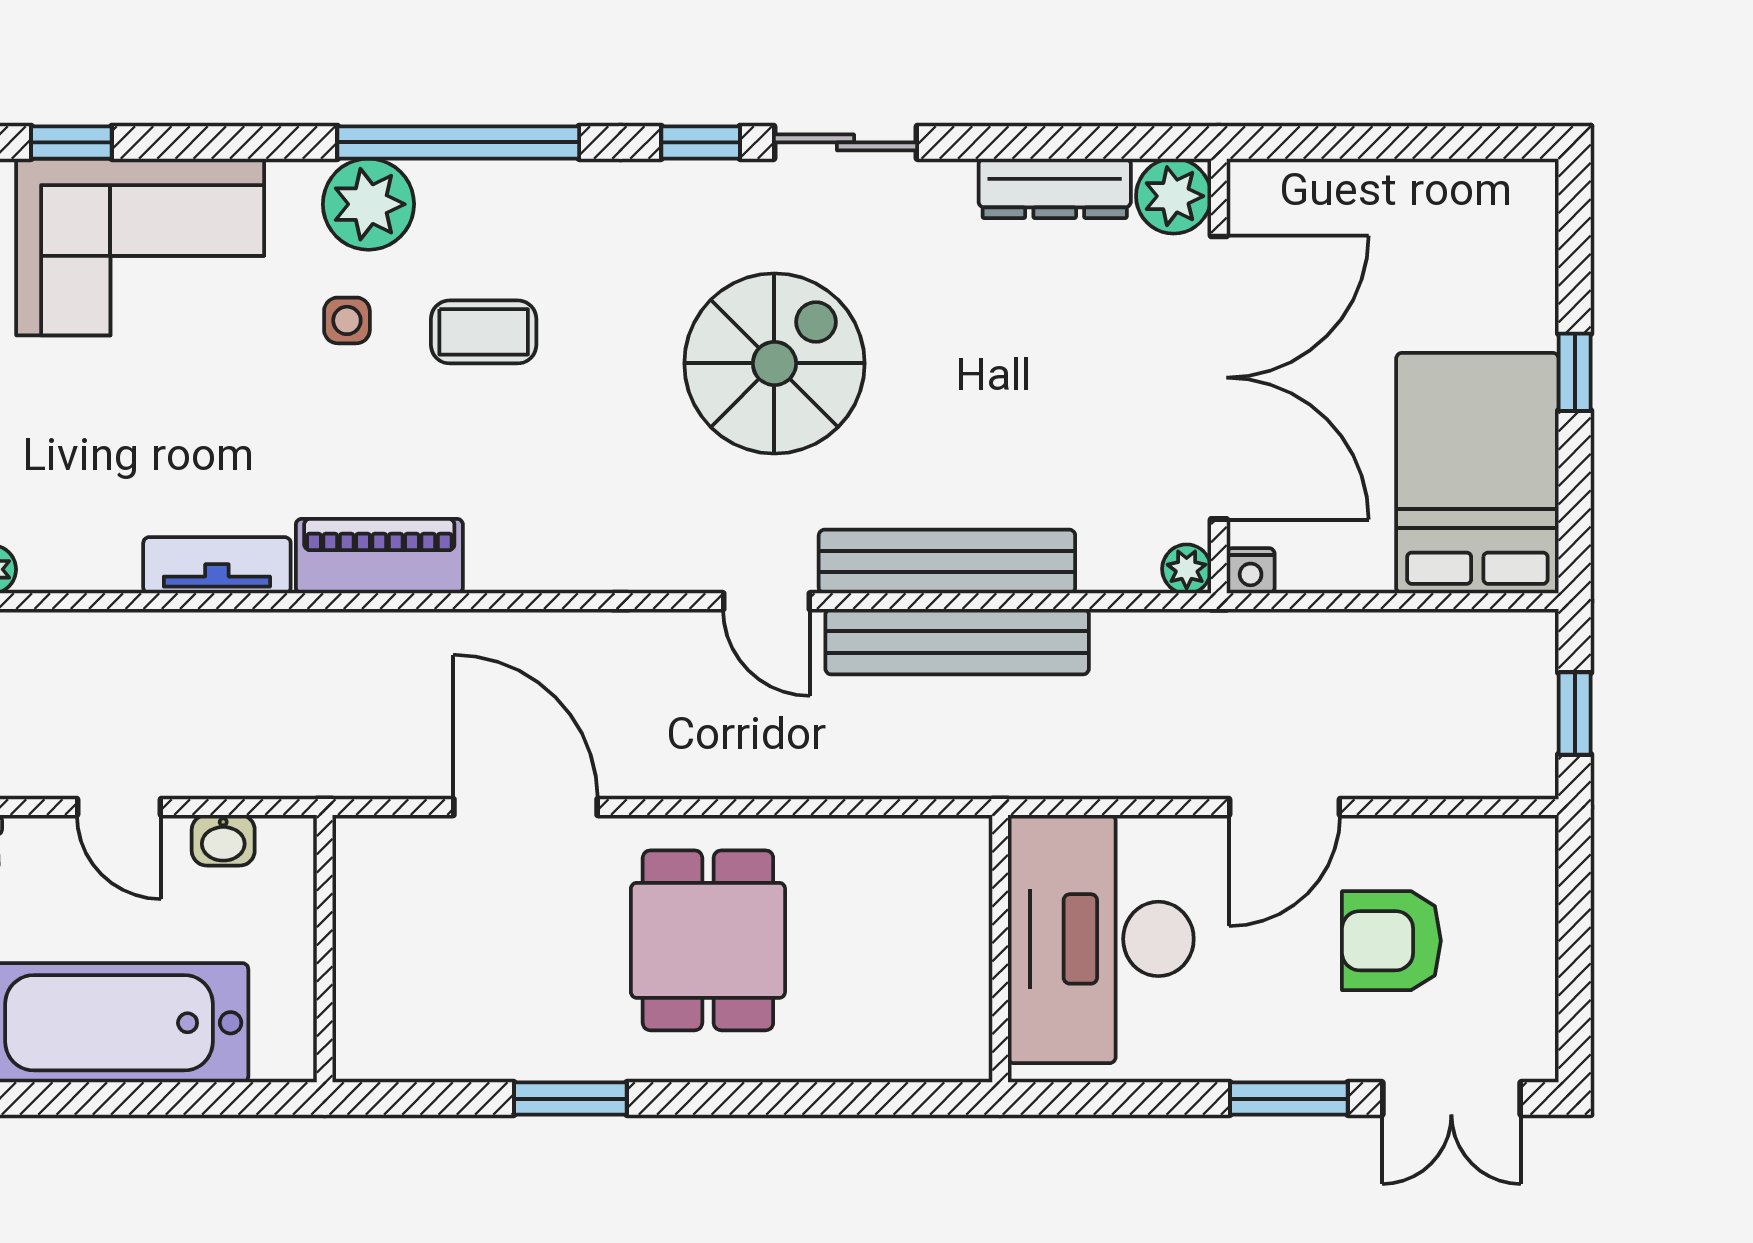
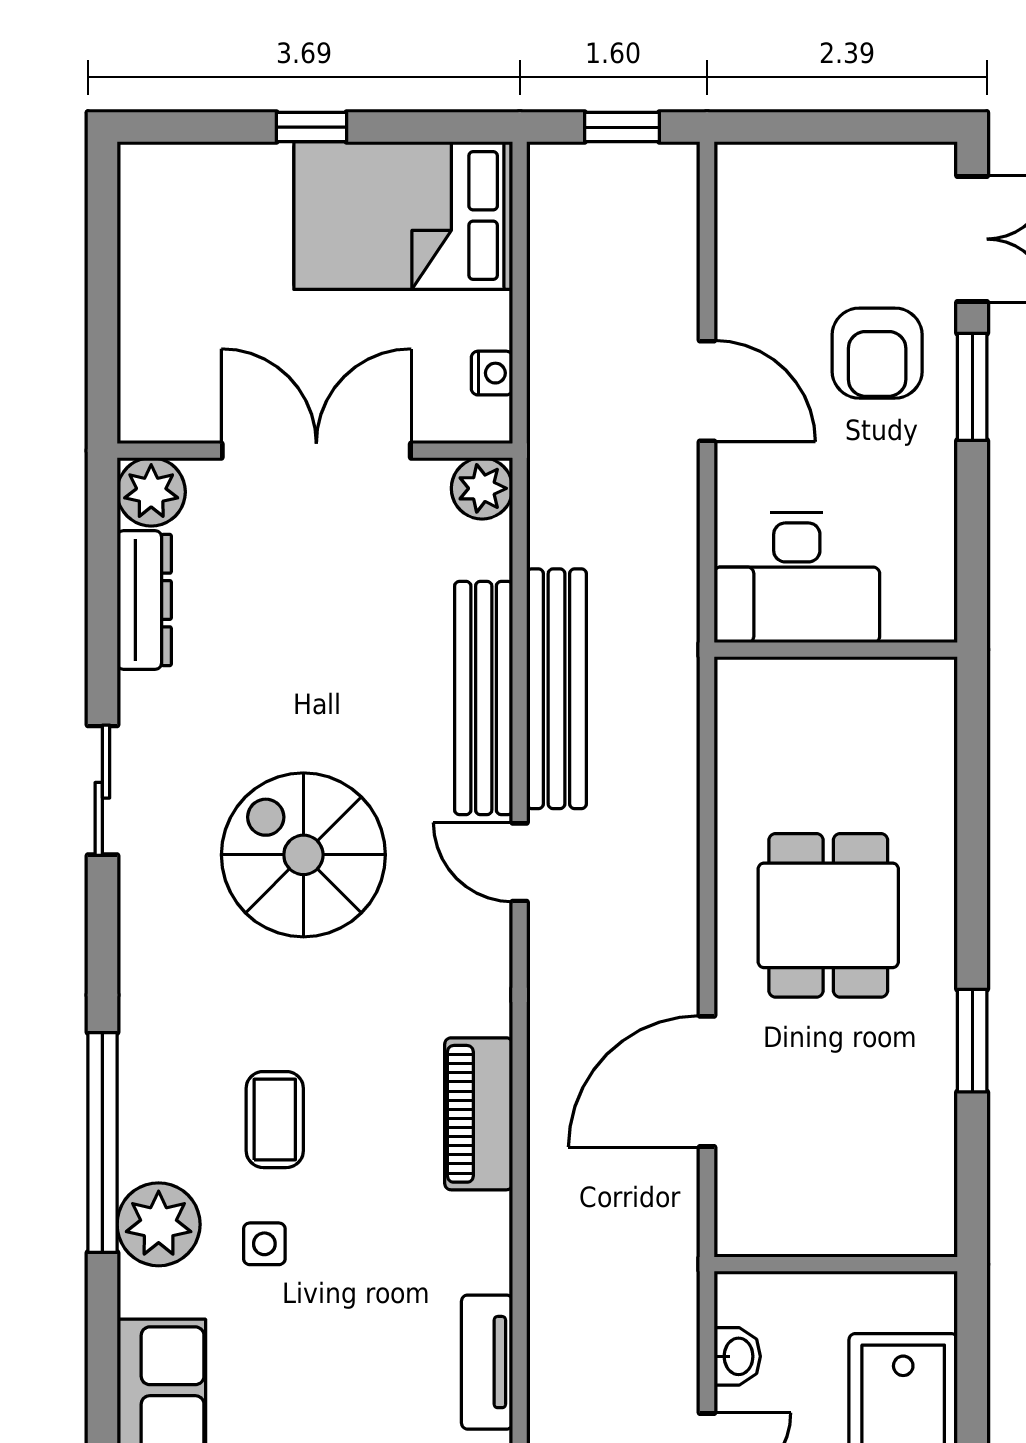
window: (701, 142) -> (102, 922), removed
double door: (1219, 378) -> (316, 451), width x0.73
piano: (379, 556) -> (479, 1114), moved
plant: (1187, 569) -> (482, 488), width x1.38, depth x1.38
nightstand: (1251, 571) -> (492, 373), moved
door: (766, 601) -> (520, 862), swing flipped
desk: (1101, 939) -> (797, 578), width x0.73, depth x0.77
dining table: (708, 940) -> (828, 915), turned 90
armchair: (1391, 941) -> (877, 353), moved

